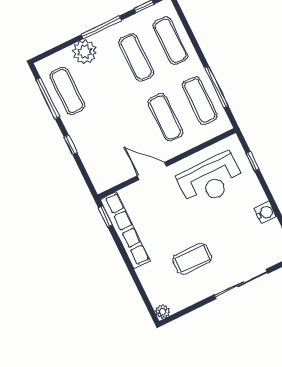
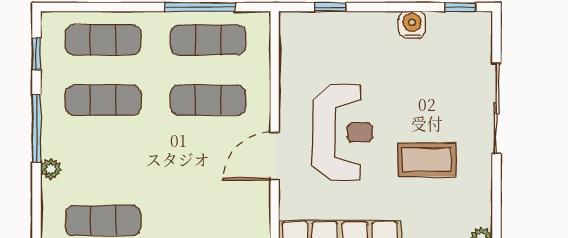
plant: (85, 52) -> (51, 169), width x0.53, depth x0.53
reception desk: (211, 180) -> (342, 132), moved
coffee table: (192, 259) -> (427, 160), turned 90

